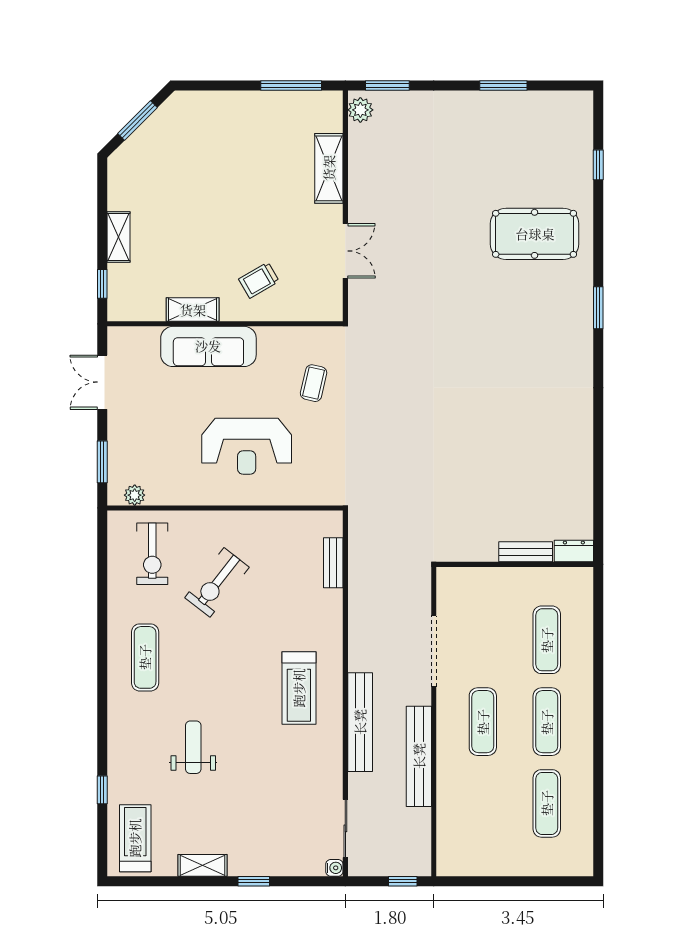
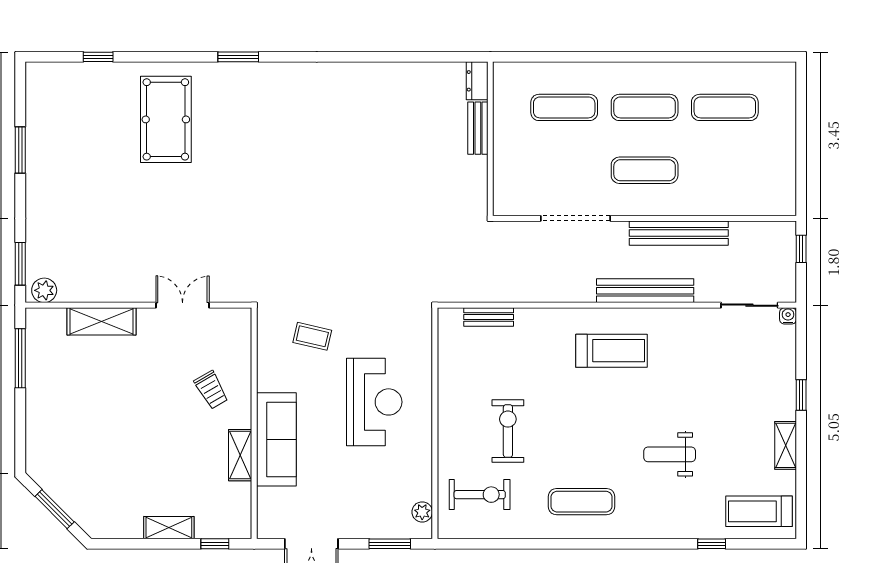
exercise bike: (217, 582) -> (508, 431), turned -128

